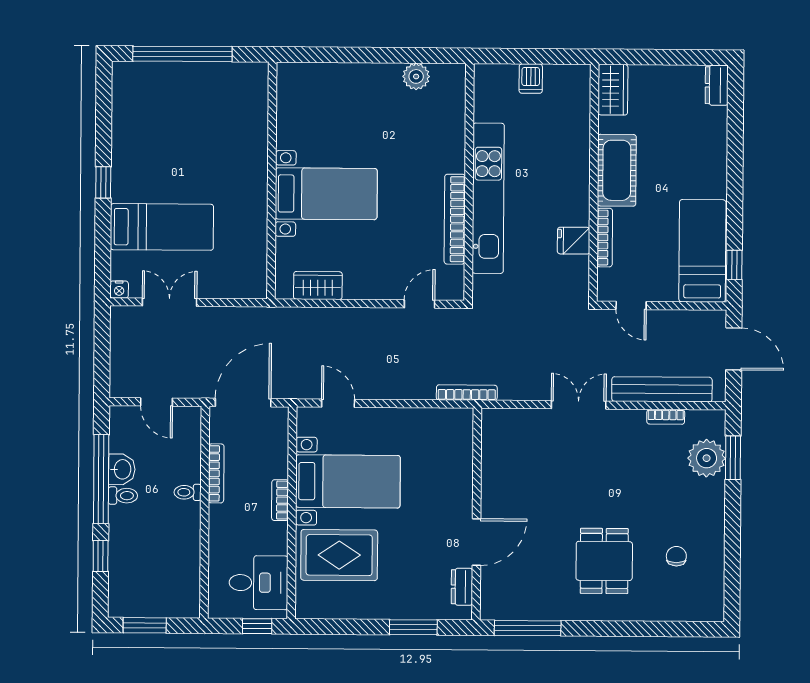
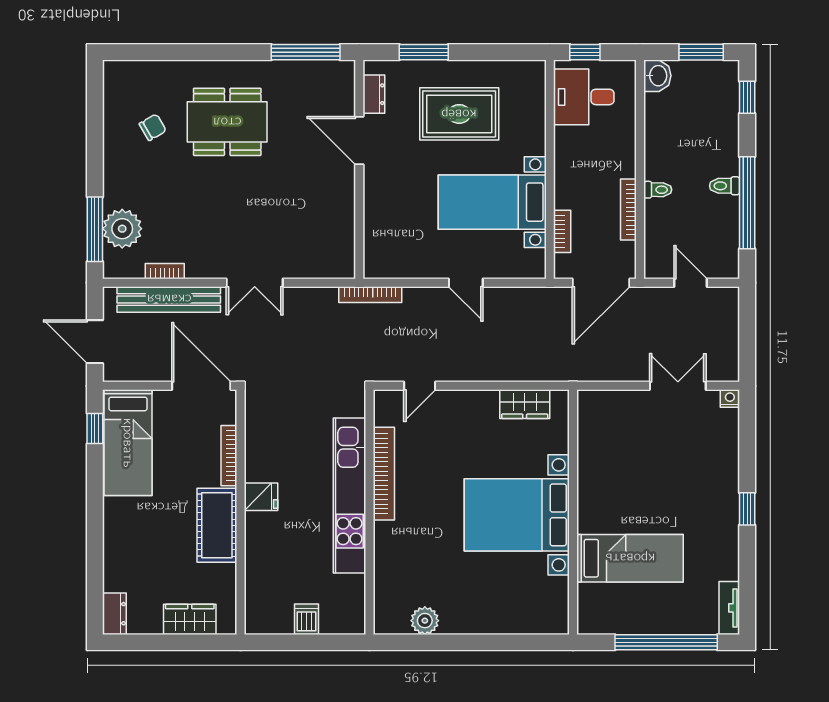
tv unit: (121, 87) -> (729, 608), added
wardrobe: (613, 90) -> (190, 619), moved, turned 90
bed with nightstands: (326, 194) -> (517, 515), width x1.36
bed: (162, 227) -> (630, 558), moved, turned 180
fridge: (574, 241) -> (261, 497), moved
double door: (169, 302) -> (678, 386), swing flipped
door: (631, 305) -> (201, 386), width x1.87
door: (338, 403) -> (466, 283), moved
window: (733, 458) -> (95, 229), width x1.44
washbasin: (122, 469) -> (657, 76), moved, turned 180
bookcase: (280, 500) -> (562, 231), moved
door: (476, 542) -> (359, 140), hinge flipped
rug: (339, 555) -> (459, 114), moved
window: (101, 556) -> (747, 97), moved
chair: (676, 556) -> (153, 127), turned -120
dining table: (604, 561) -> (227, 122), width x1.37

